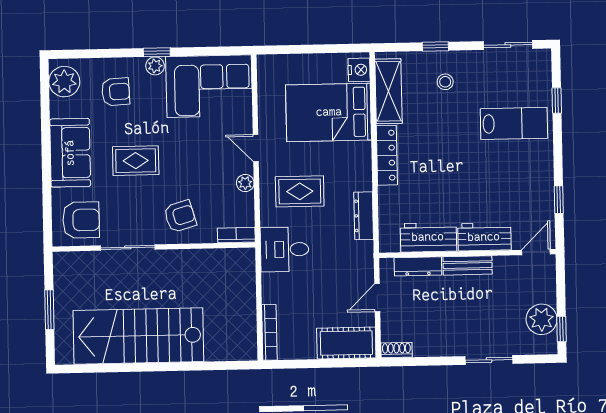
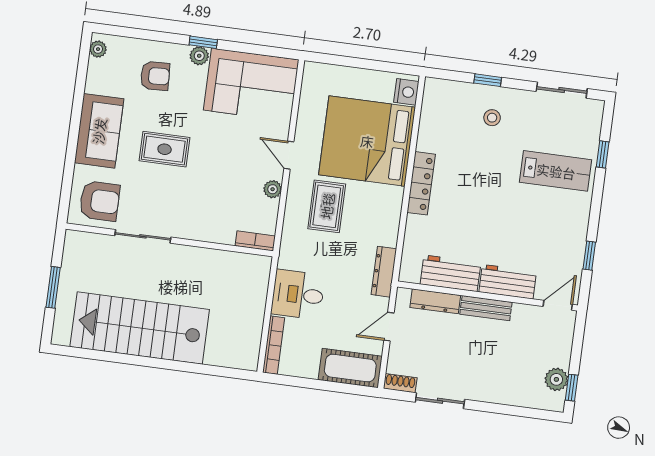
plant: (64, 82) -> (98, 49), width x0.53, depth x0.53
shelving: (388, 91) -> (433, 118), removed
bed: (329, 112) -> (367, 141), width x1.36
rug: (300, 191) -> (327, 206), turned 90
armchair: (180, 216) -> (201, 213), removed
dresser: (364, 216) -> (384, 272), moved
desk: (285, 249) -> (298, 295), moved
plant: (542, 319) -> (556, 379), width x0.73, depth x0.73
sliding door: (489, 360) -> (440, 401), moved

